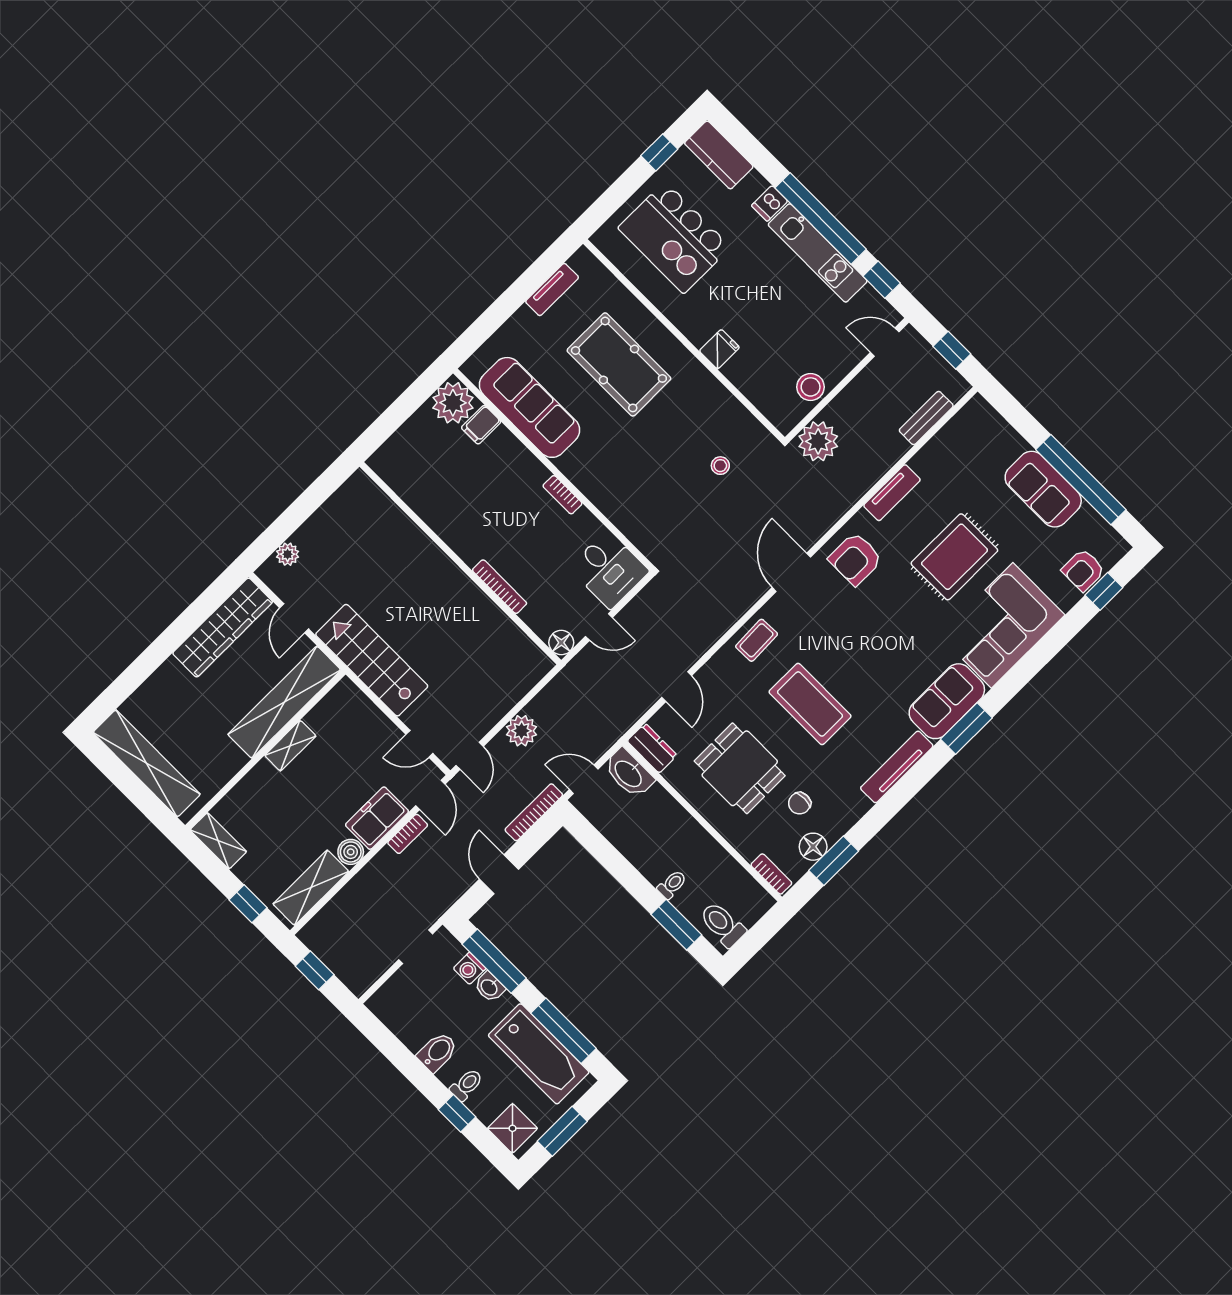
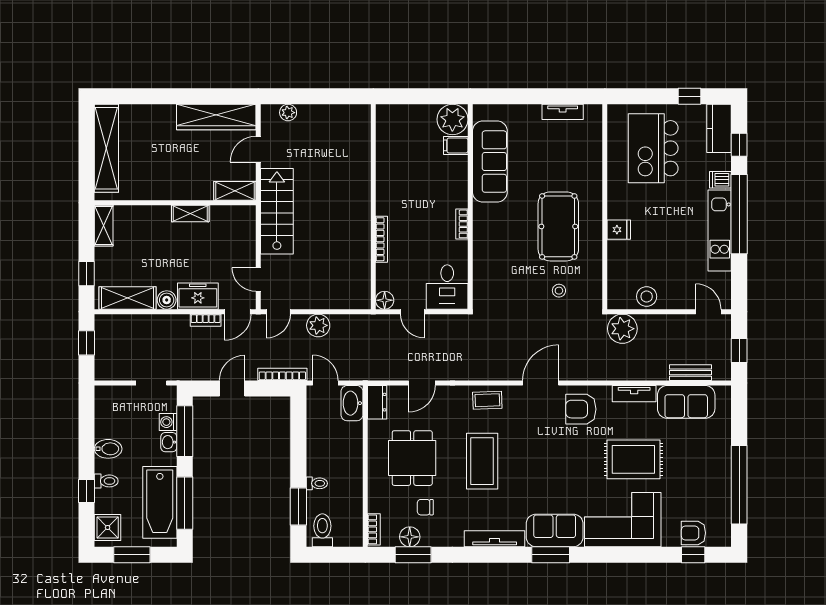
window: (882, 280) -> (739, 145), moved
pool table: (619, 364) -> (558, 226), moved
sofa: (1043, 489) -> (686, 402), moved, turned -90
shelving: (284, 702) -> (235, 191), width x0.45, depth x0.75

